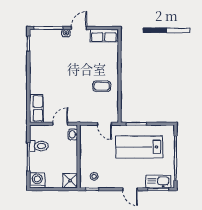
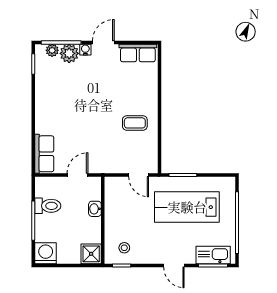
plant: (42, 34) -> (52, 50), added
plant: (54, 36) -> (69, 53), added
washbasin: (73, 134) -> (95, 209), moved

